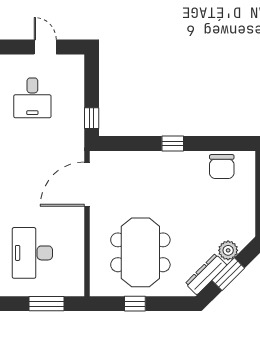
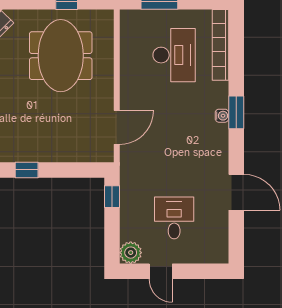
plant: (74, 65) -> (131, 253), added
door: (87, 184) -> (117, 127), width x0.73

